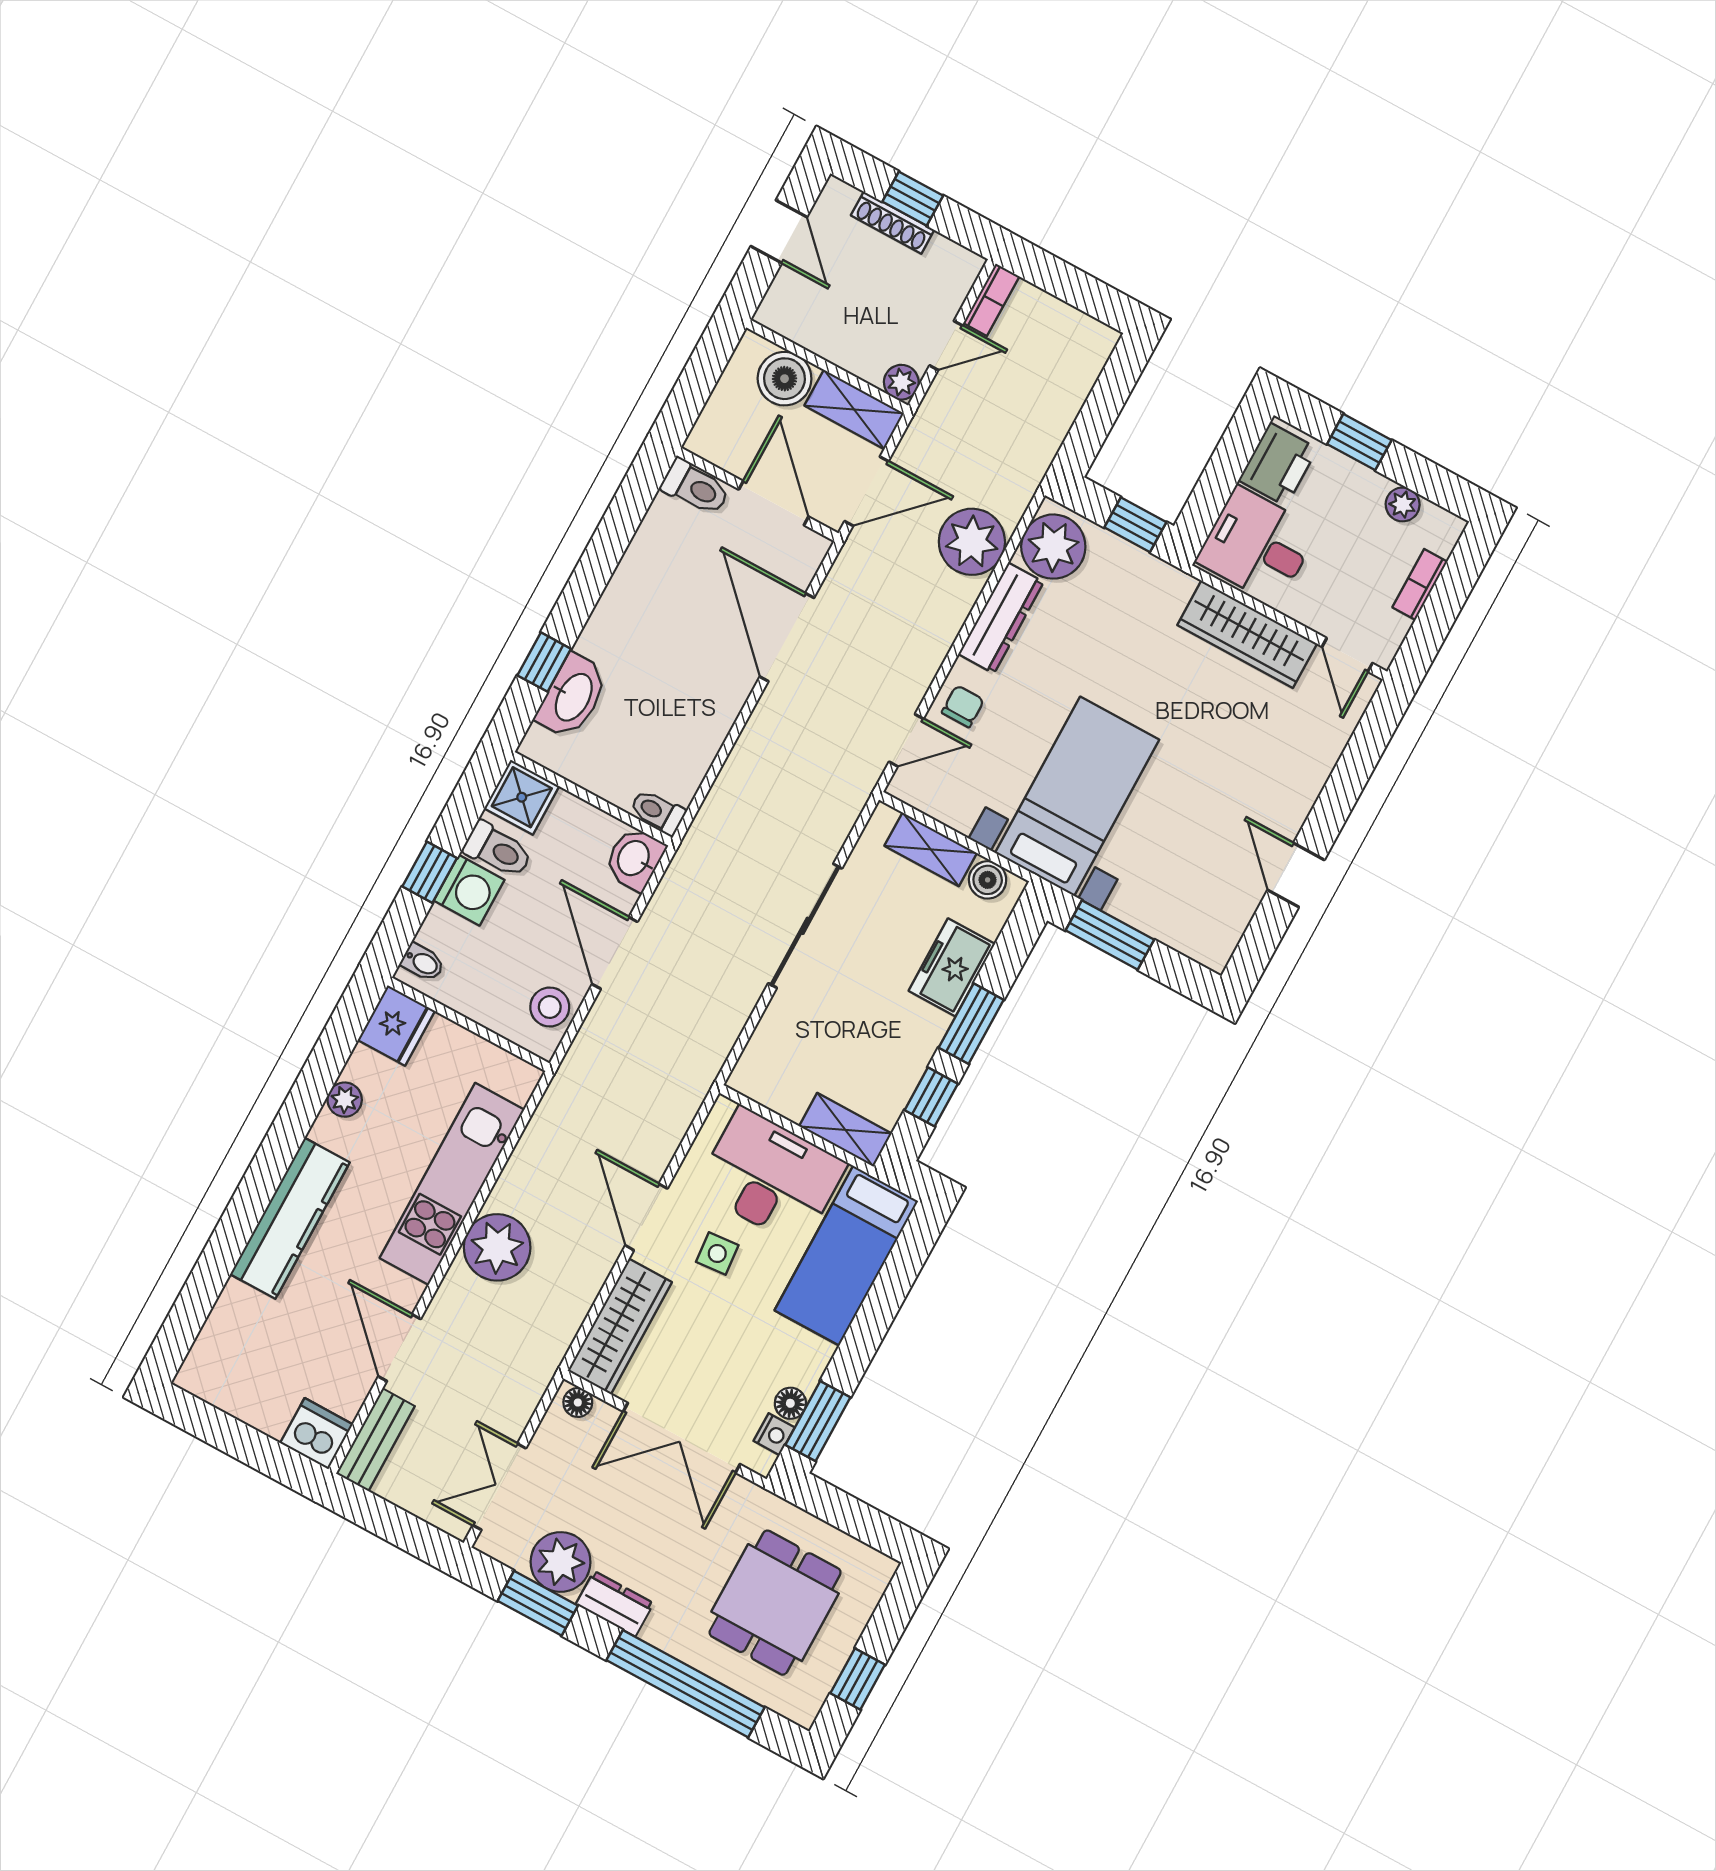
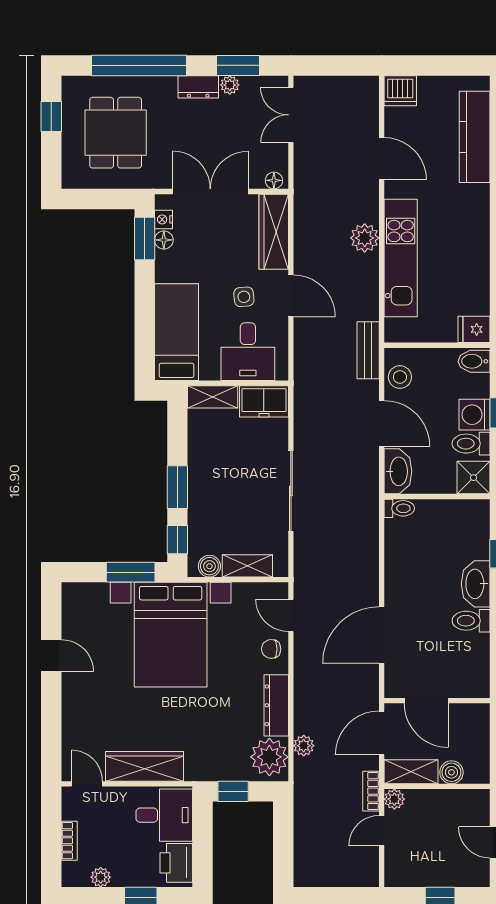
shoe rack: (893, 223) -> (444, 879), removed
bookcase: (991, 300) -> (371, 791), moved
boiler: (785, 379) -> (451, 772), width x0.73, depth x0.73
toilet: (695, 487) -> (471, 621), moved
plant: (972, 542) -> (304, 746), width x0.53, depth x0.53
door: (787, 637) -> (382, 635), swing flipped
washbasin: (572, 697) -> (476, 584), moved
chair: (963, 706) -> (271, 649), turned 90
door: (906, 740) -> (291, 615), hinge flipped
bed with nightstands: (1077, 796) -> (171, 635), width x1.36
washbasin: (635, 859) -> (398, 471), width x1.38
bidet: (423, 962) -> (474, 361), width x1.38, depth x1.36
freezer: (952, 967) -> (264, 401), moved, turned 90
fridge: (396, 1025) -> (474, 329), width x0.72
window: (931, 1097) -> (177, 540), moved
plant: (345, 1100) -> (480, 271), removed
desk: (771, 1177) -> (248, 352), width x0.73
kitchen counter: (290, 1218) -> (475, 137), moved
plant: (497, 1247) -> (365, 238), width x0.73, depth x0.73
bench: (375, 1440) -> (368, 350), moved
double door: (499, 1487) -> (291, 115), swing flipped
plant: (561, 1562) -> (230, 85), width x0.53, depth x0.53

